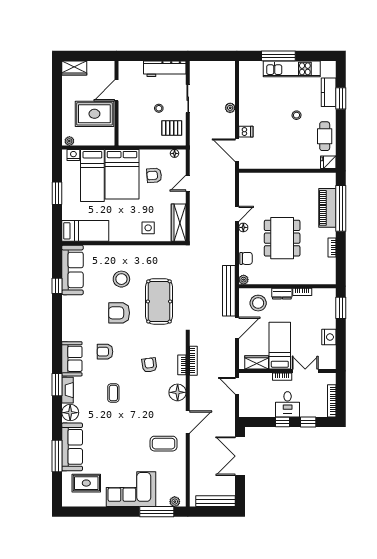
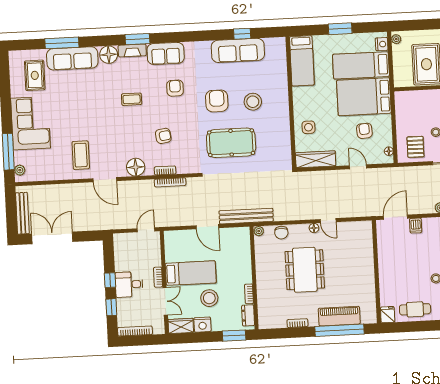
dining table: (282, 238) -> (305, 270), turned 90
sofa: (72, 270) -> (238, 50), moved
dresser: (282, 294) -> (248, 315), moved
stool: (258, 303) -> (209, 298), moved
wardrobe: (257, 362) -> (181, 326), moved, turned -90
double door: (240, 456) -> (52, 238), moved

